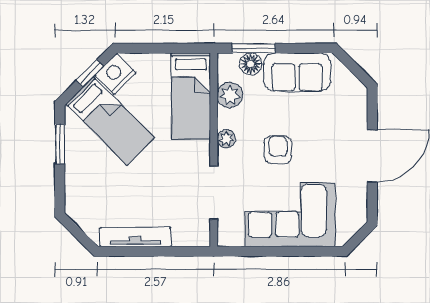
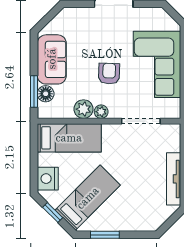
nightstand: (115, 74) -> (48, 179), moved, turned 45
plant: (230, 95) -> (83, 109), moved
armchair: (278, 150) -> (109, 74), turned 92

